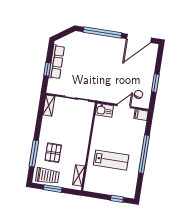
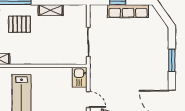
window: (102, 33) -> (172, 60), width x0.47
shelving: (49, 106) -> (51, 10), moved

